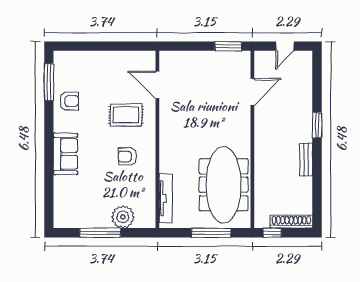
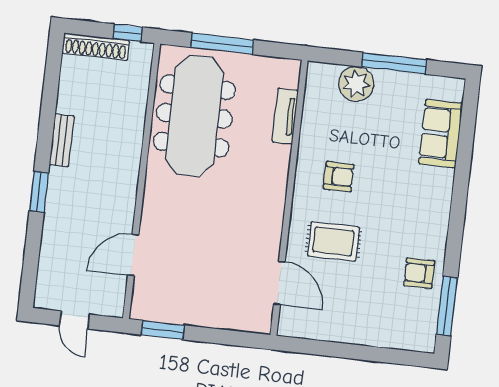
door: (285, 46) -> (75, 320), swing flipped
sofa: (66, 154) -> (441, 134), moved
tv unit: (166, 198) -> (285, 116), width x0.71

